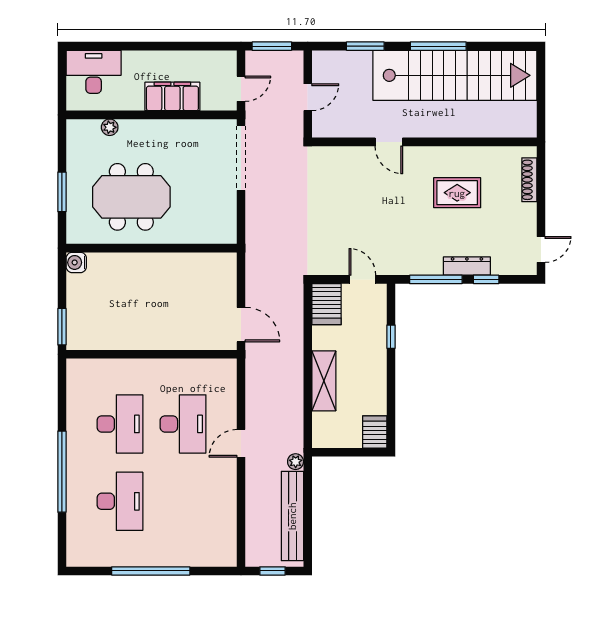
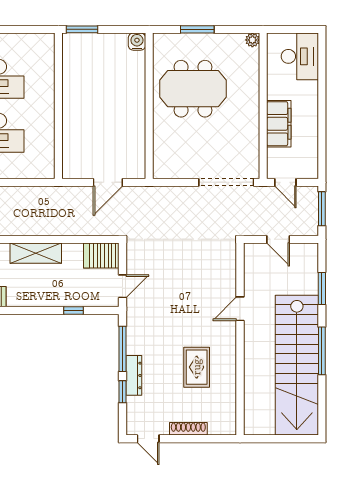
plant: (110, 127) -> (252, 40), moved
shoe rack: (529, 180) -> (188, 429), moved
meeting table: (131, 197) -> (193, 89), turned 90
door: (241, 325) -> (108, 182), moved

